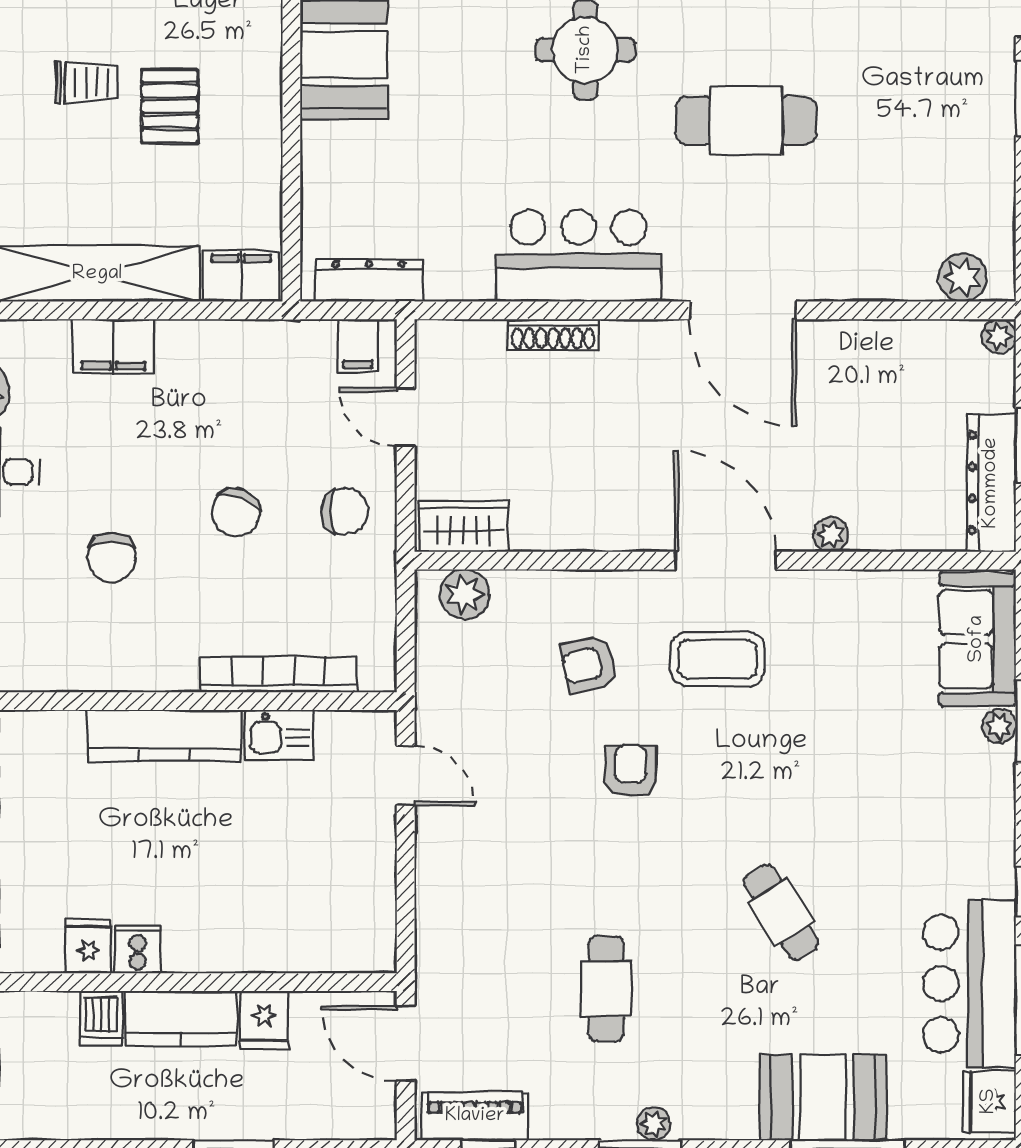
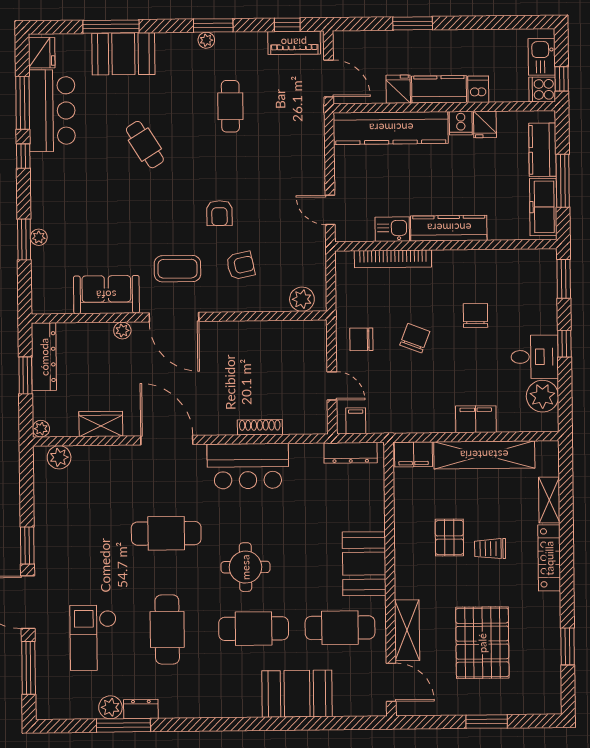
wardrobe: (463, 526) -> (101, 424), moved, turned 180
sofa: (977, 639) -> (106, 295), moved, turned -90
kitchen counter: (280, 941) -> (391, 128), added

